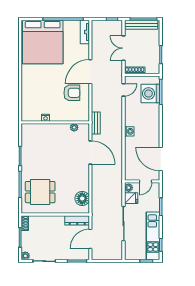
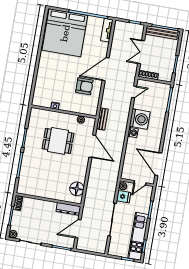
washing machine: (150, 94) -> (140, 119), moved, turned 180
dining table: (40, 192) -> (58, 141), moved

